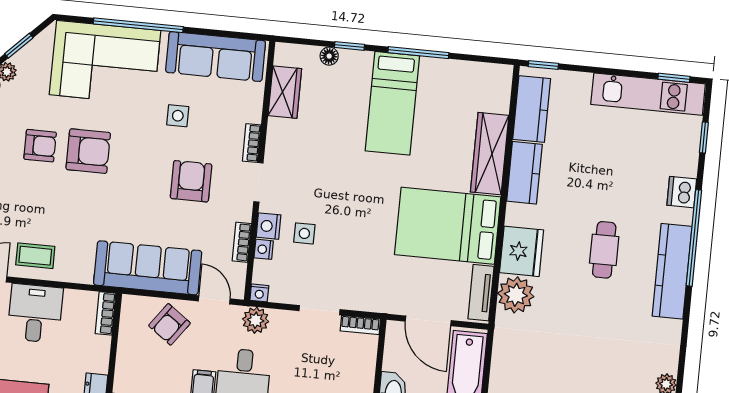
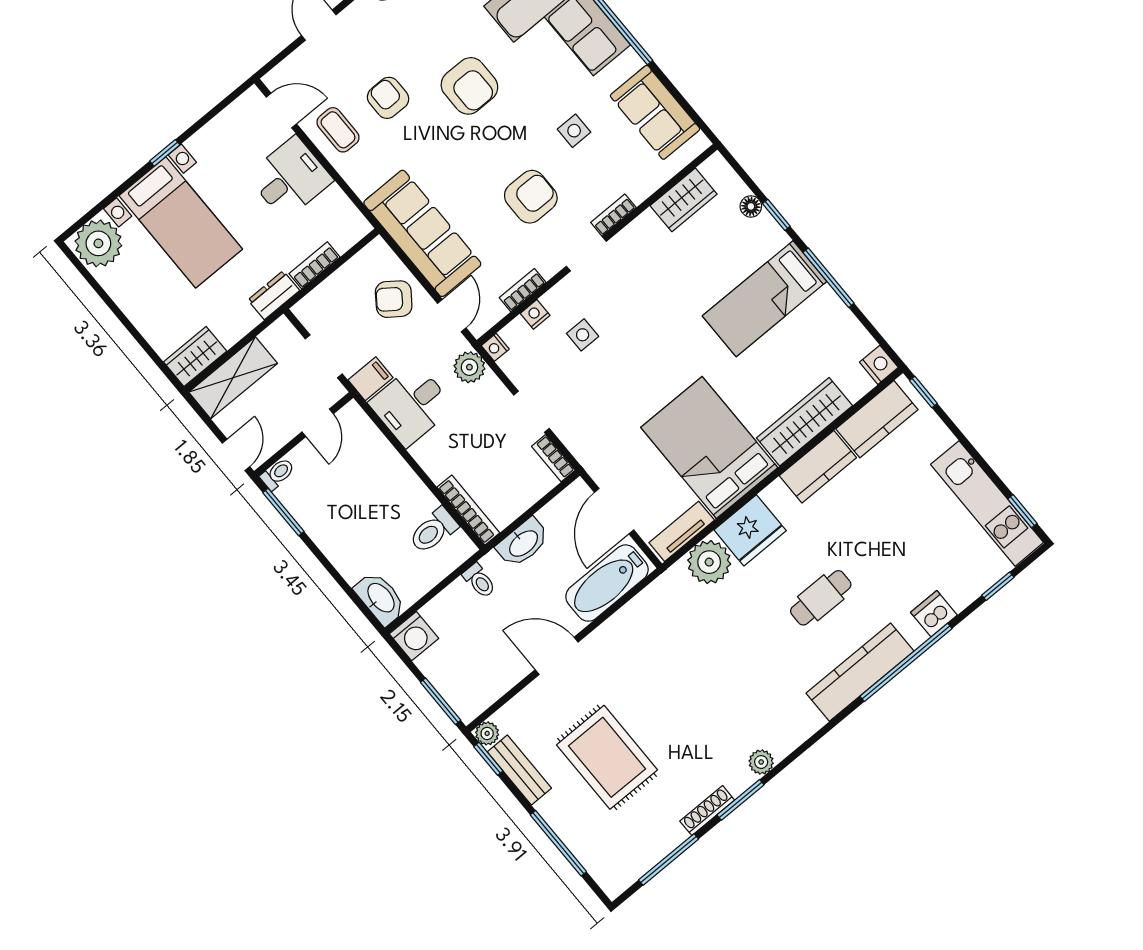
sofa: (216, 57) -> (655, 112), width x0.73
armchair: (40, 146) -> (388, 98), moved, turned 180
nightstand: (268, 226) -> (879, 365), moved, turned 90
bookcase: (105, 313) -> (314, 265), moved

